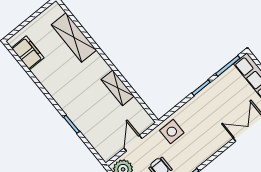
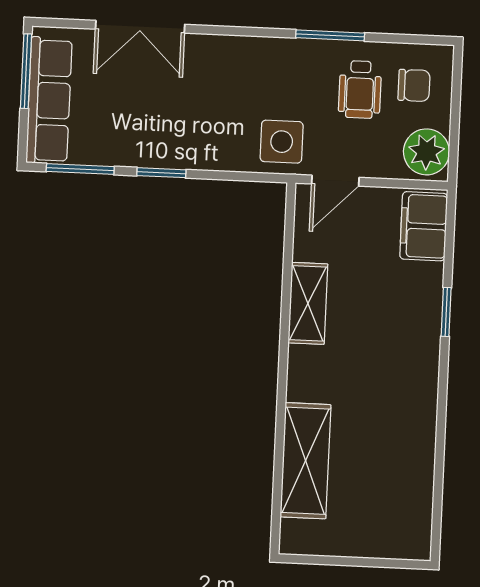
filing cabinet: (28, 53) -> (424, 226), moved
door: (133, 143) -> (335, 181), moved

